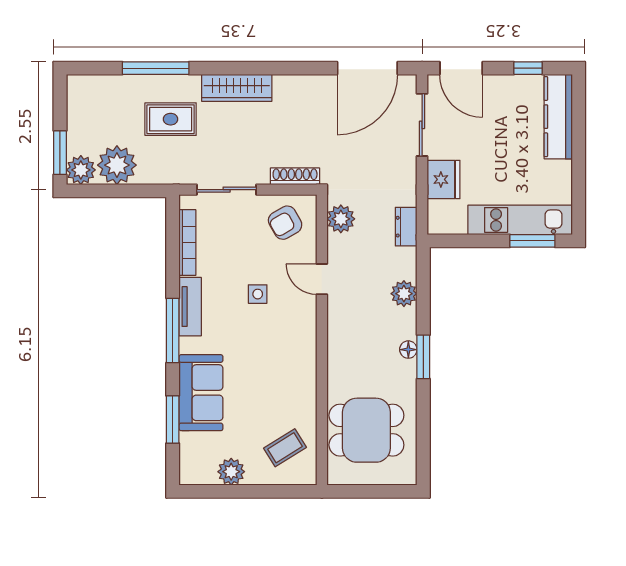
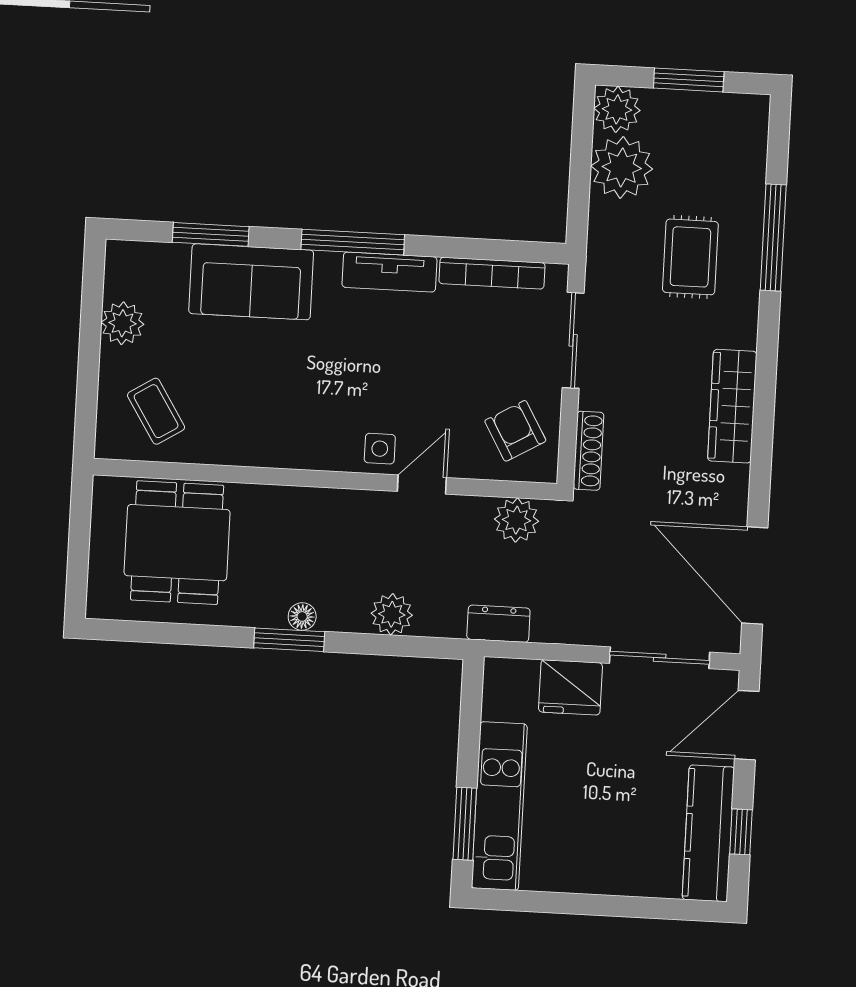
wardrobe: (237, 88) -> (732, 406), moved
kitchen counter: (558, 117) -> (708, 833), moved, turned -90
window: (60, 153) -> (689, 80), moved
side table: (258, 294) -> (380, 449), moved

